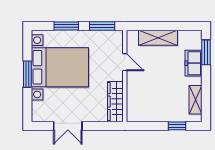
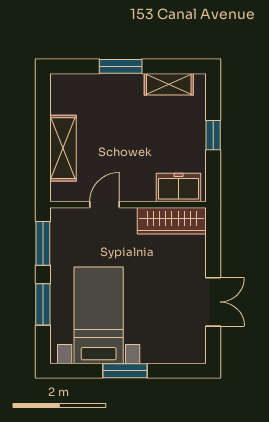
window: (206, 52) -> (121, 66), moved
freezer: (194, 63) -> (178, 188), moved, turned 180
bed with nightstands: (60, 67) -> (99, 315), width x0.73
window: (177, 126) -> (213, 135), moved

